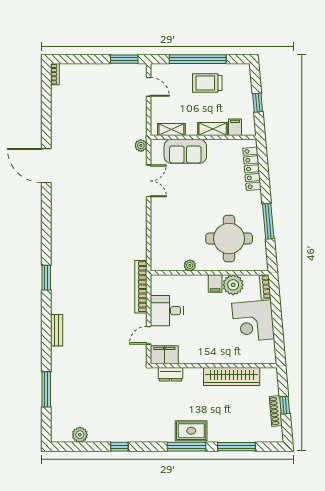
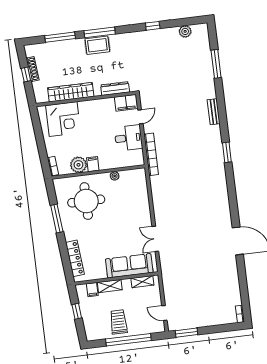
trolley: (207, 83) -> (119, 322), turned -90
plant: (141, 145) -> (165, 266), removed
sofa: (185, 151) -> (129, 266), width x1.36
corner desk: (253, 321) -> (63, 119), moved, turned 95
dresser: (171, 374) -> (115, 89), width x1.44

